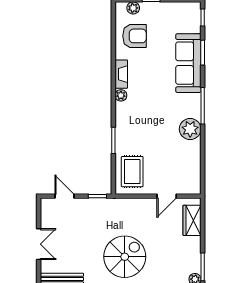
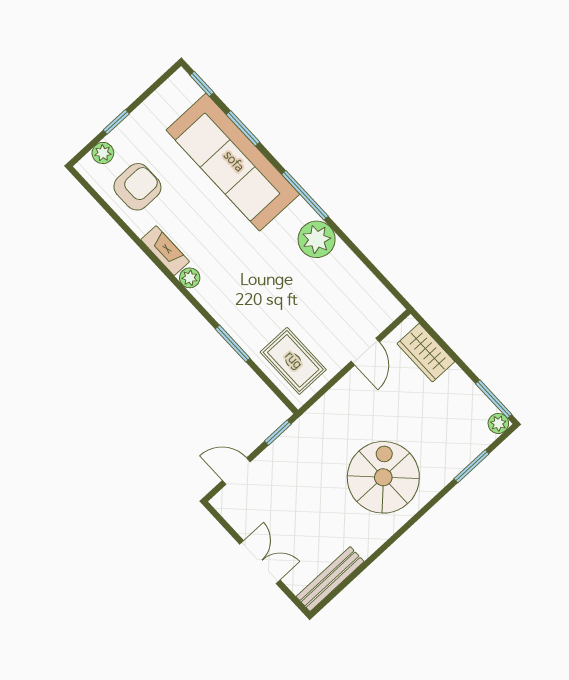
sofa: (188, 63) -> (233, 162), width x1.36, depth x1.27

